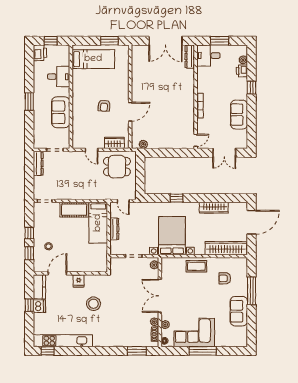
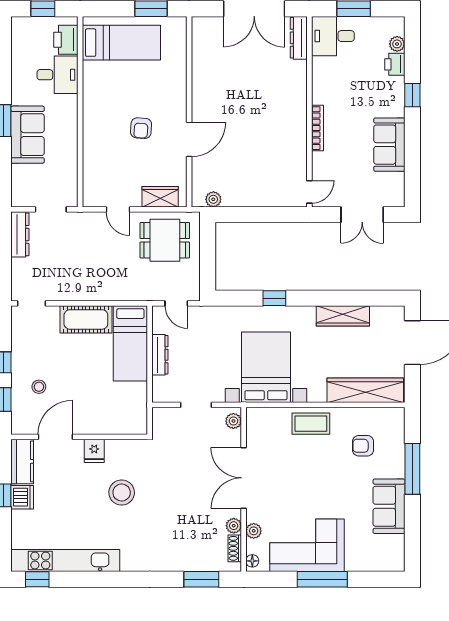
printer: (40, 53) -> (66, 40), moved, turned 180
sofa: (61, 112) -> (28, 135), moved, turned 180

